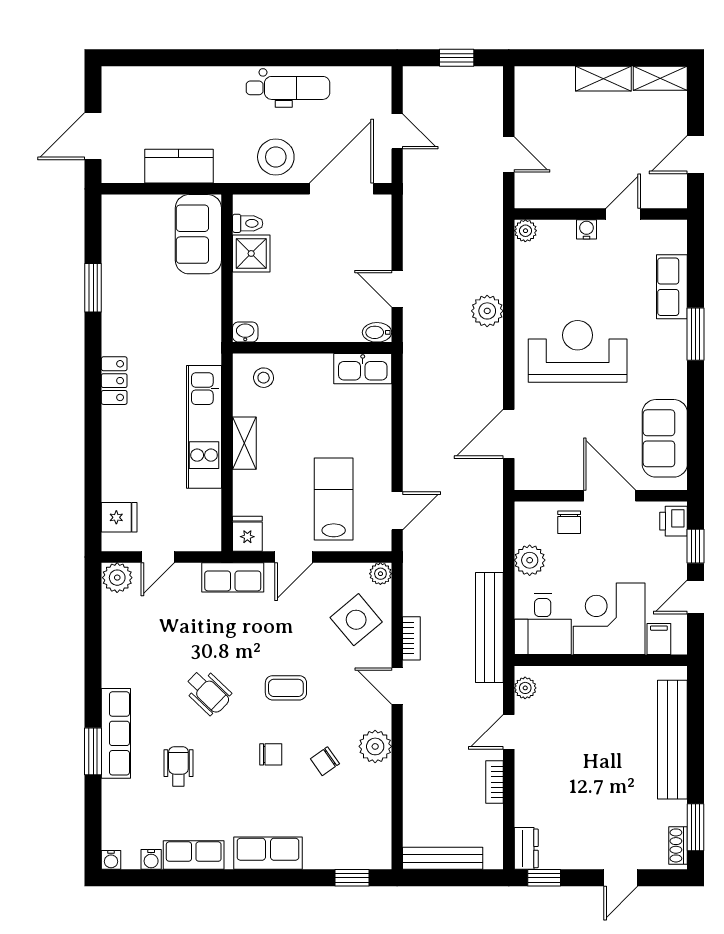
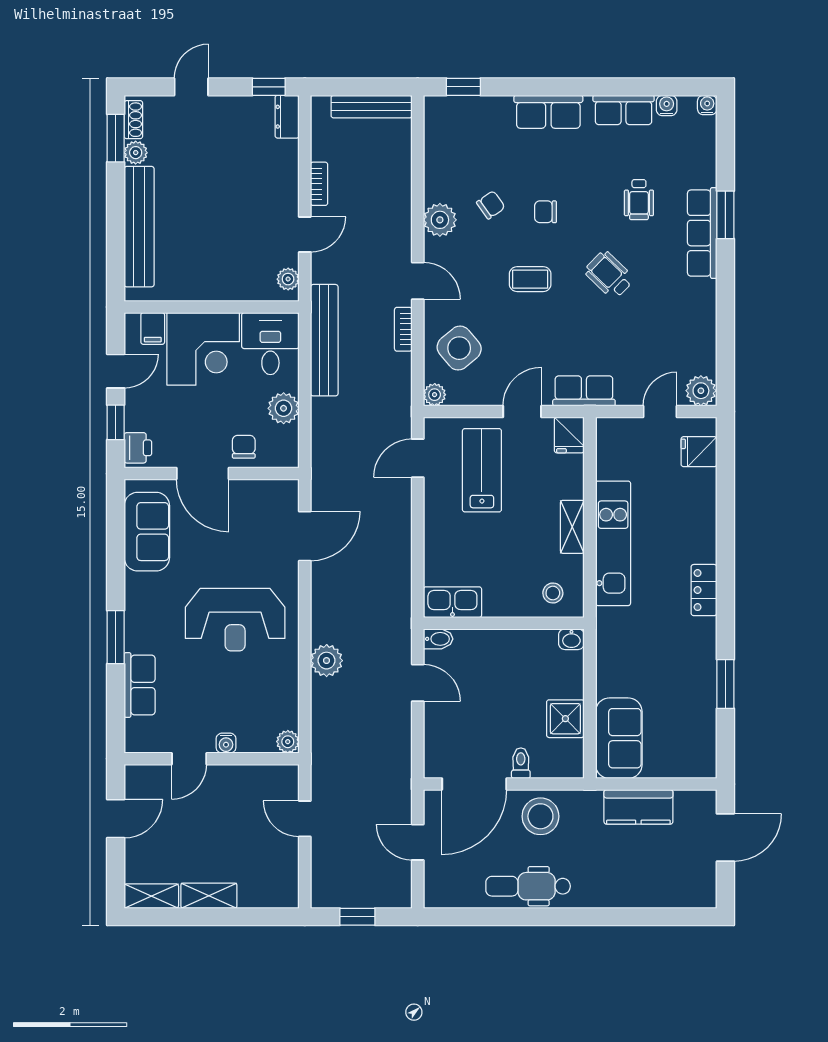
toilet: (248, 223) -> (521, 763), moved, turned 90
lab bench: (334, 499) -> (482, 470), turned 180
plant: (676, 813) -> (136, 153), added

